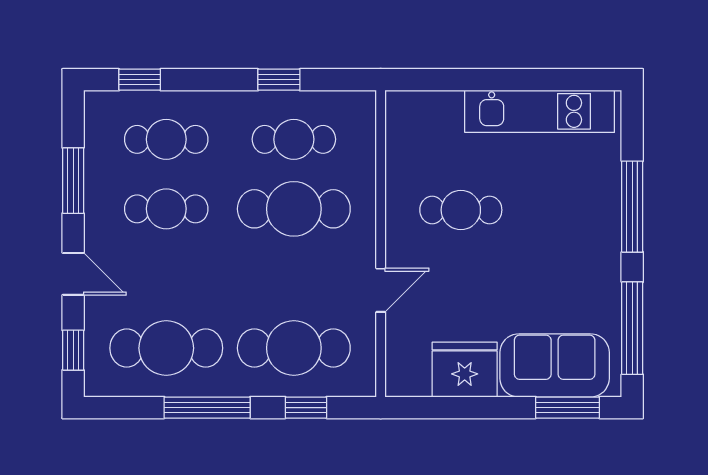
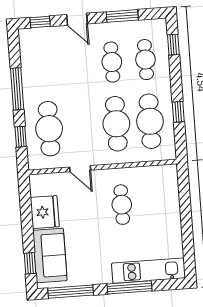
kitchen unit: (540, 111) -> (148, 271), moved, turned 90
cafe table: (294, 139) -> (150, 121), width x1.37, depth x1.35
door: (73, 274) -> (77, 19), hinge flipped
cafe table: (166, 348) -> (45, 67), removed
window: (568, 408) -> (30, 263), width x0.67

